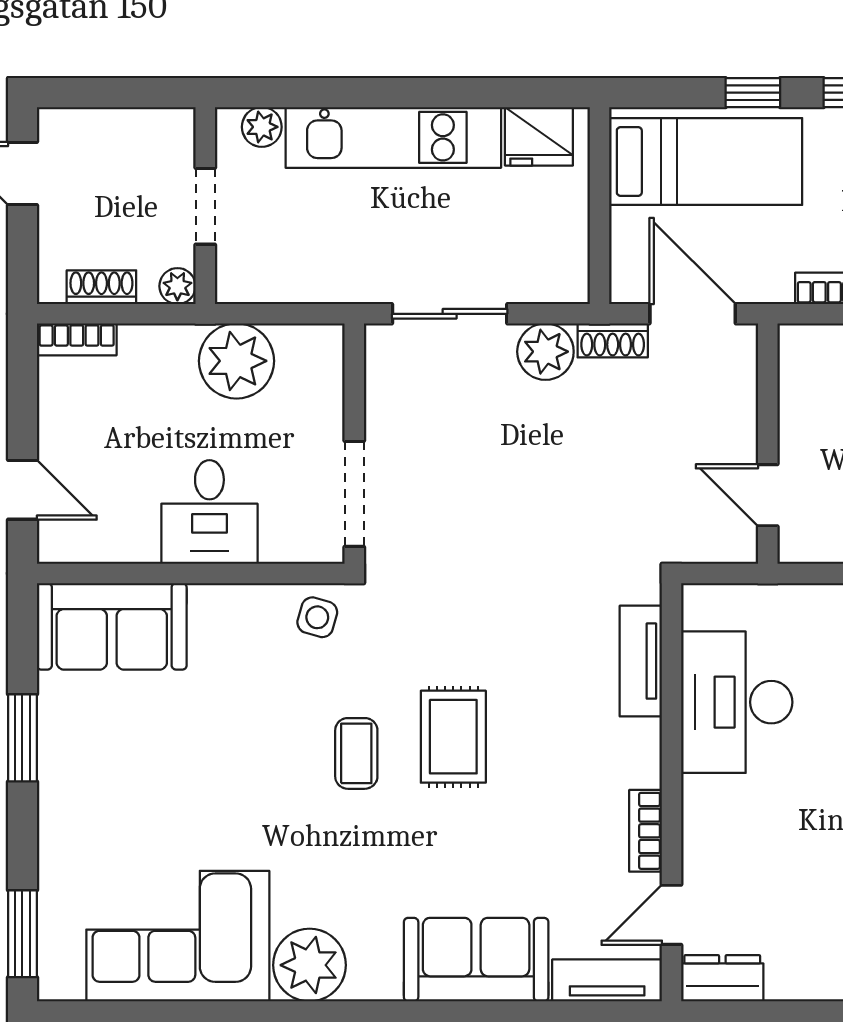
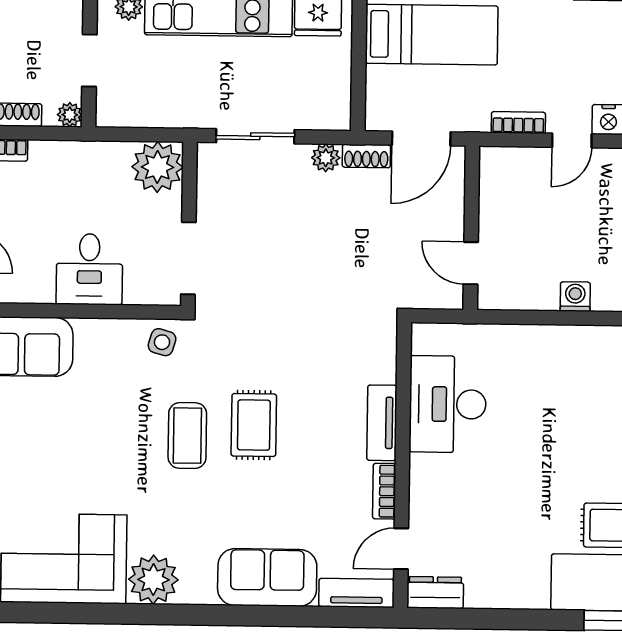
door: (693, 314) -> (421, 138), swing flipped
plant: (545, 352) -> (326, 158), width x0.73, depth x0.73
plant: (236, 361) -> (157, 167), moved
tv unit: (641, 661) -> (382, 423), moved
coffee table: (356, 753) -> (187, 436), width x1.36, depth x1.30

